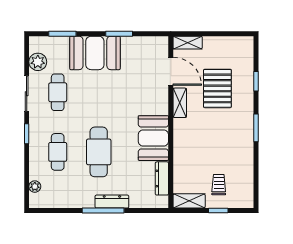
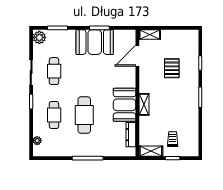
booth: (95, 53) -> (95, 42), moved
plant: (38, 62) -> (39, 37), moved
door: (171, 71) -> (137, 56), swing flipped
pallet: (217, 88) -> (172, 68), width x0.67, depth x0.71
shelving: (180, 103) -> (144, 104), moved
dresser: (112, 202) -> (94, 152), removed

